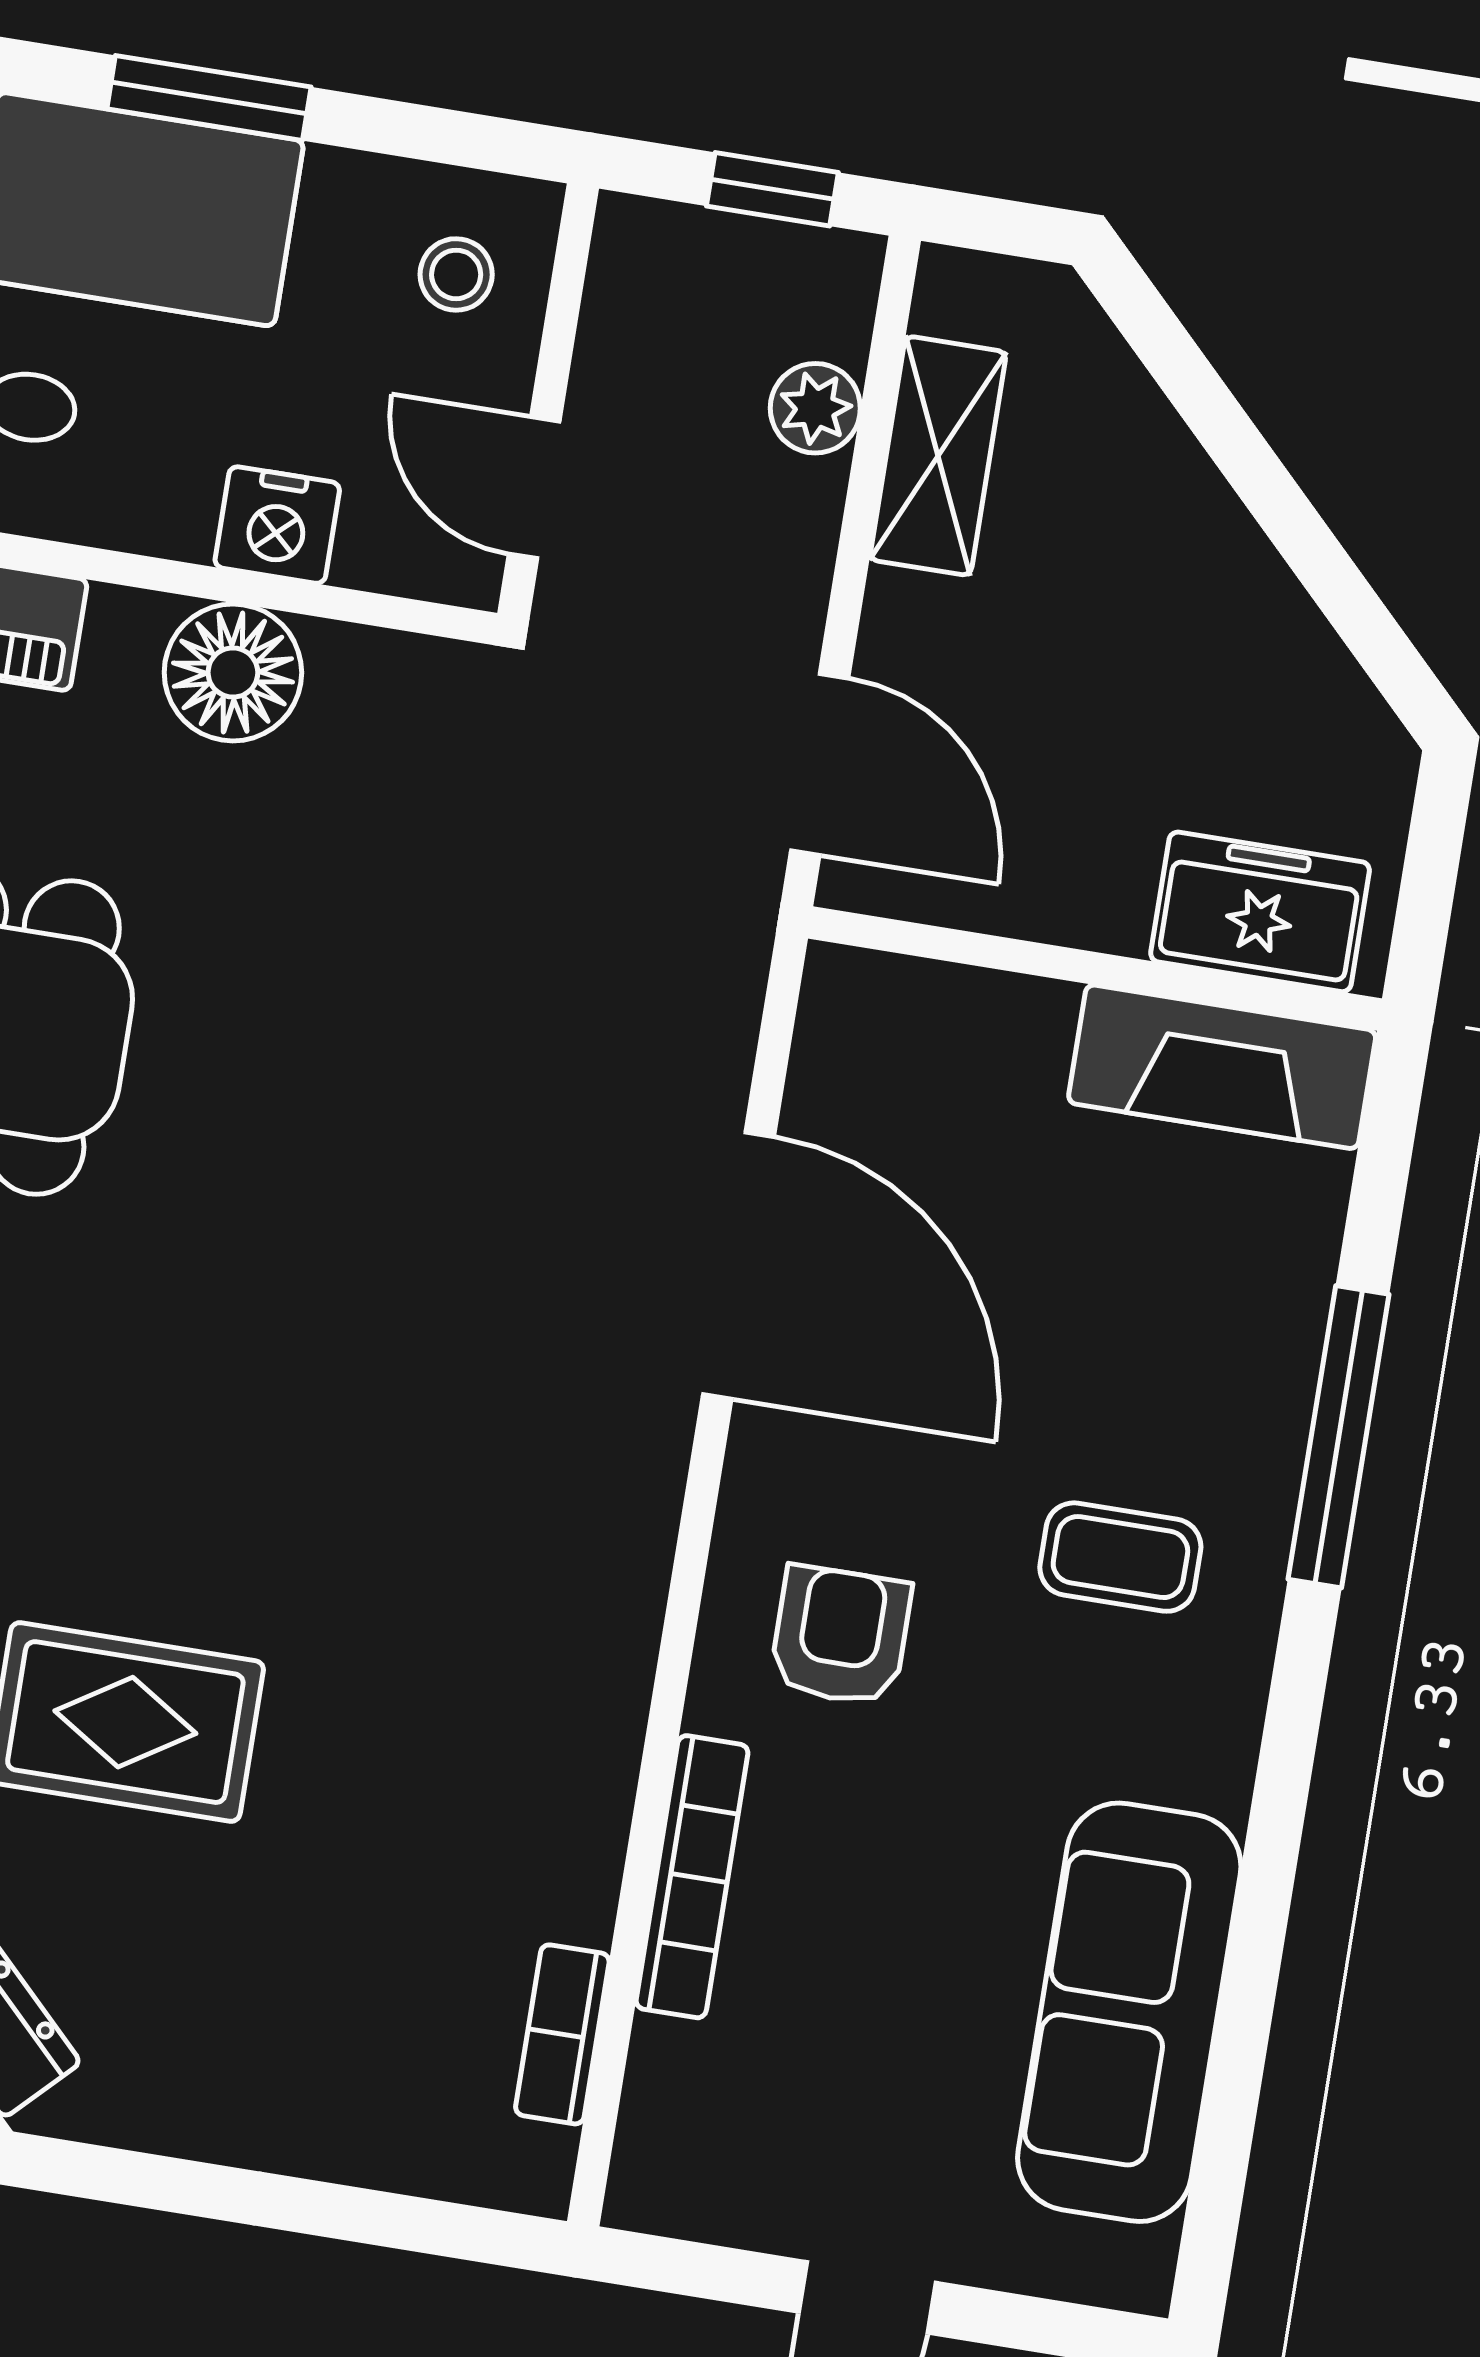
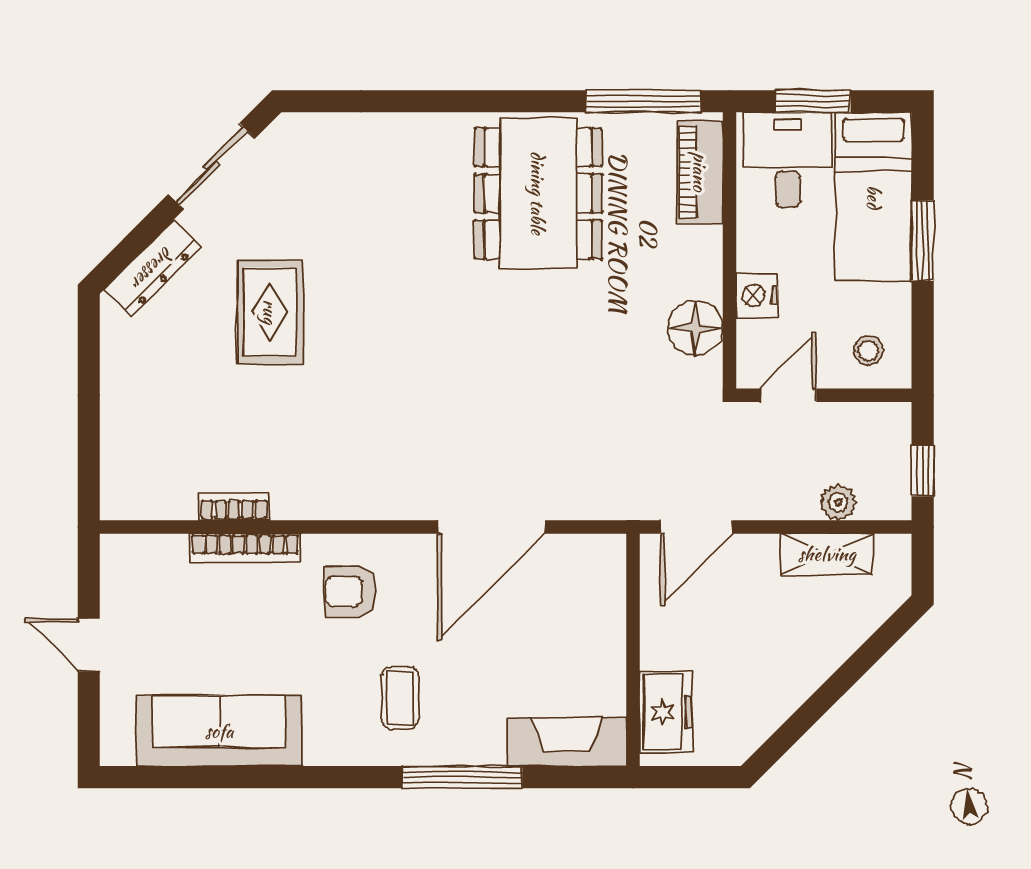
floor lamp: (233, 673) -> (695, 328), moved
fireplace: (1222, 1067) -> (567, 742), moved, turned 90
armchair: (840, 1636) -> (351, 591), turned 180
bookcase: (562, 2034) -> (234, 506), moved

